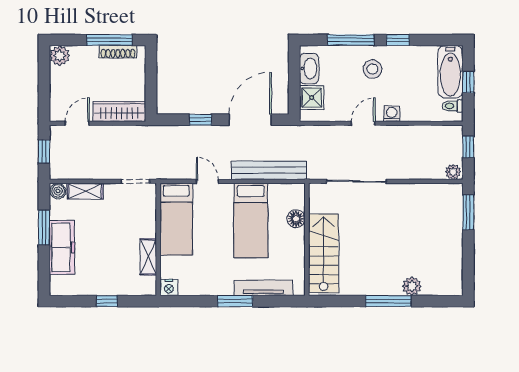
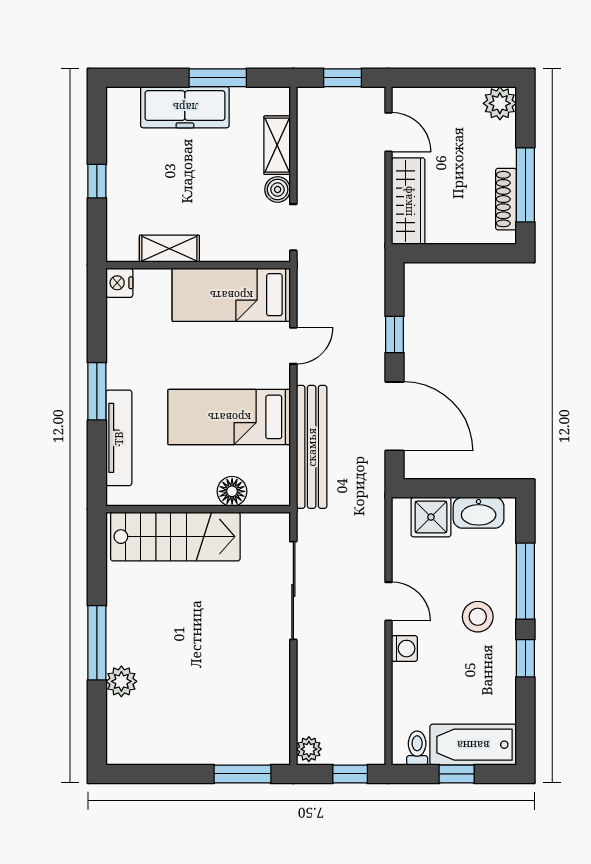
boiler: (58, 191) -> (278, 190), moved

